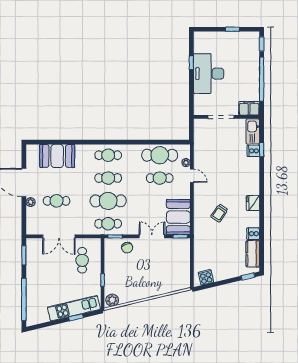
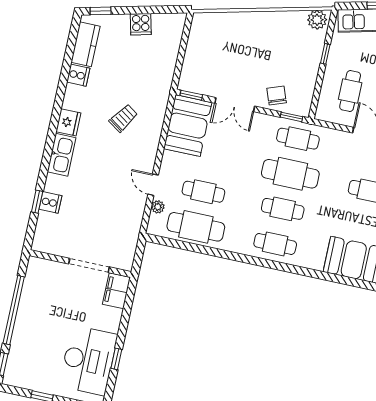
desk: (209, 74) -> (88, 360), moved
filing cabinet: (249, 108) -> (116, 291), moved, turned 90
kitchen sink: (253, 132) -> (62, 155), moved
cooker: (206, 277) -> (141, 24), moved

